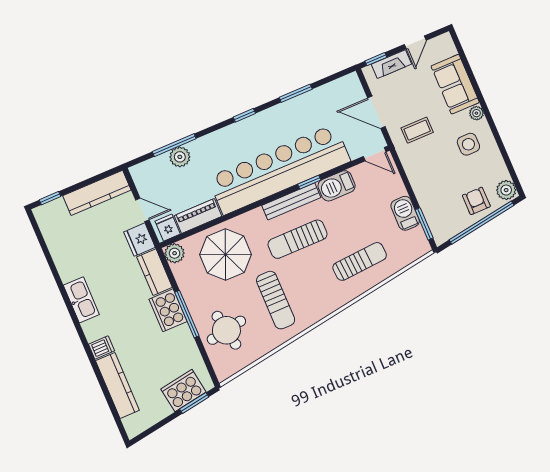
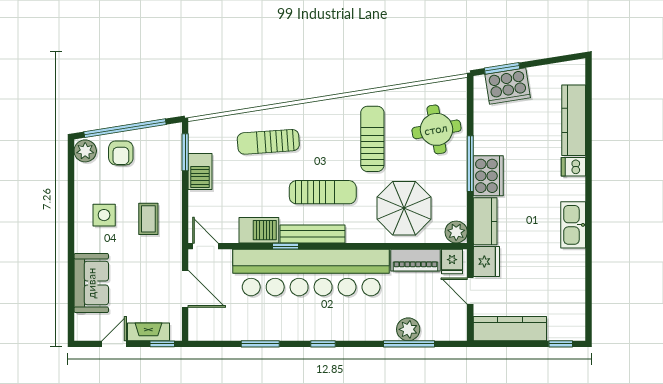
plant: (476, 113) -> (82, 244), removed
coffee table: (417, 130) -> (148, 219), moved, turned 90

